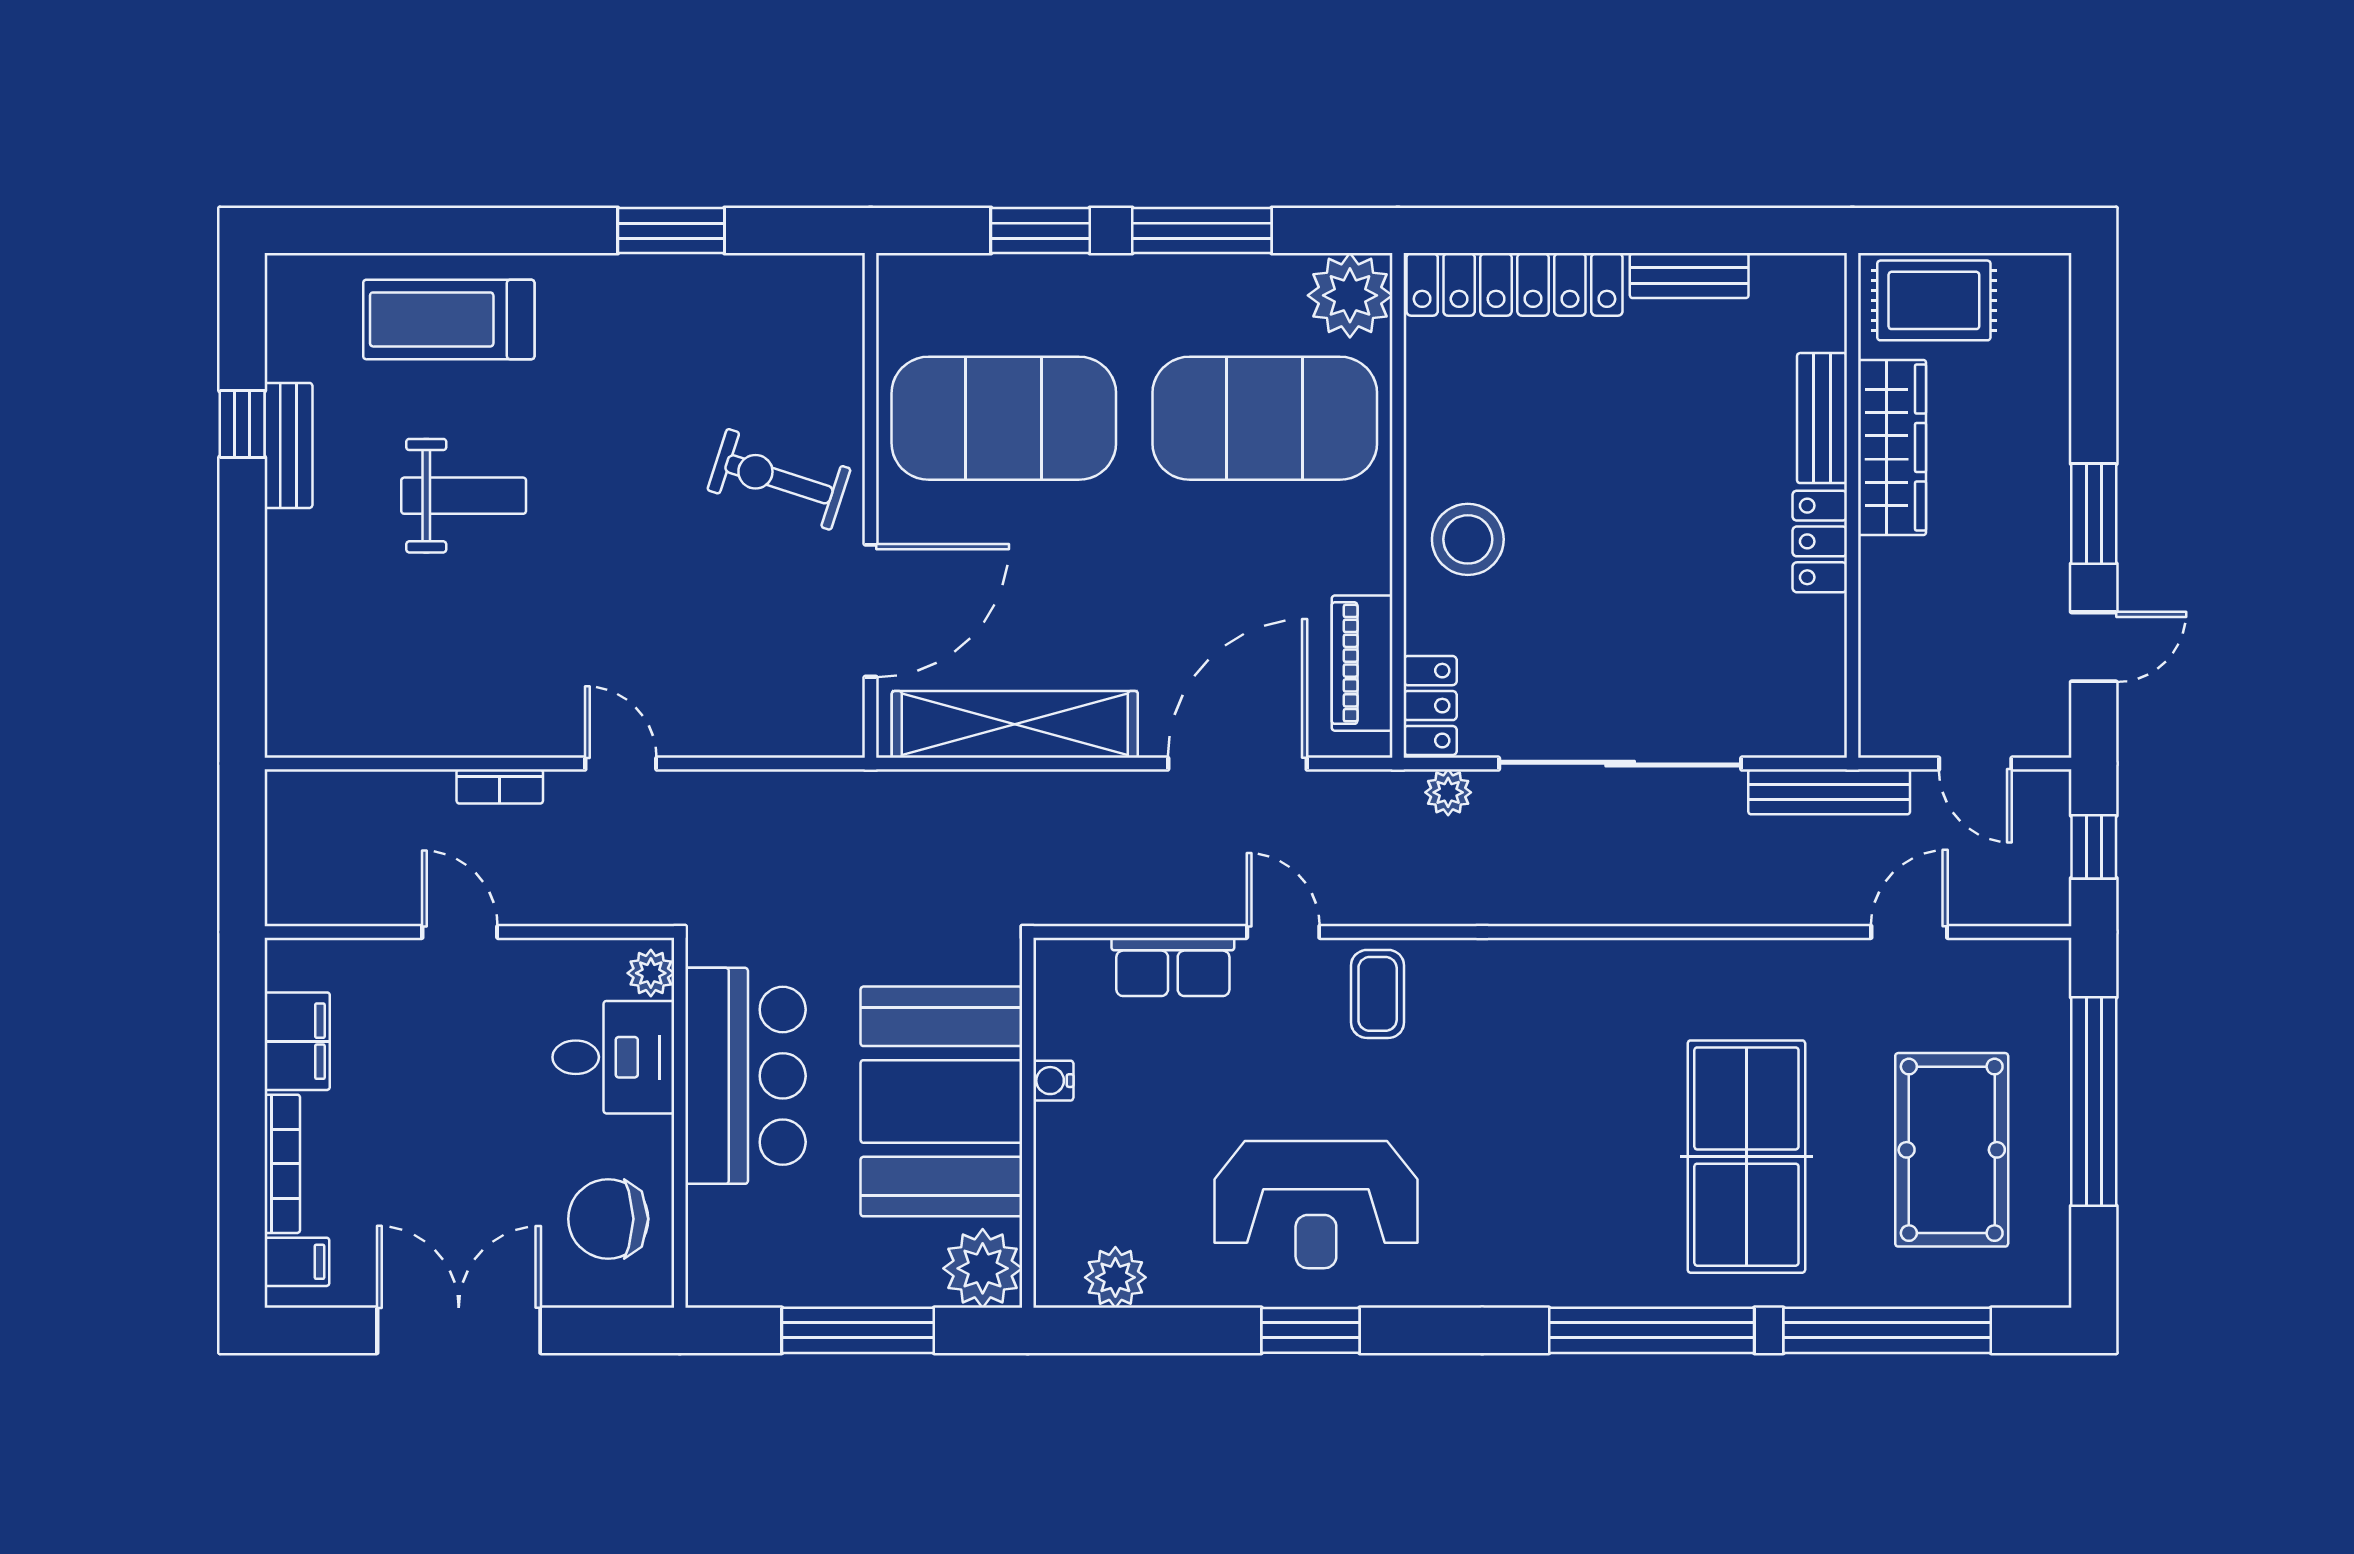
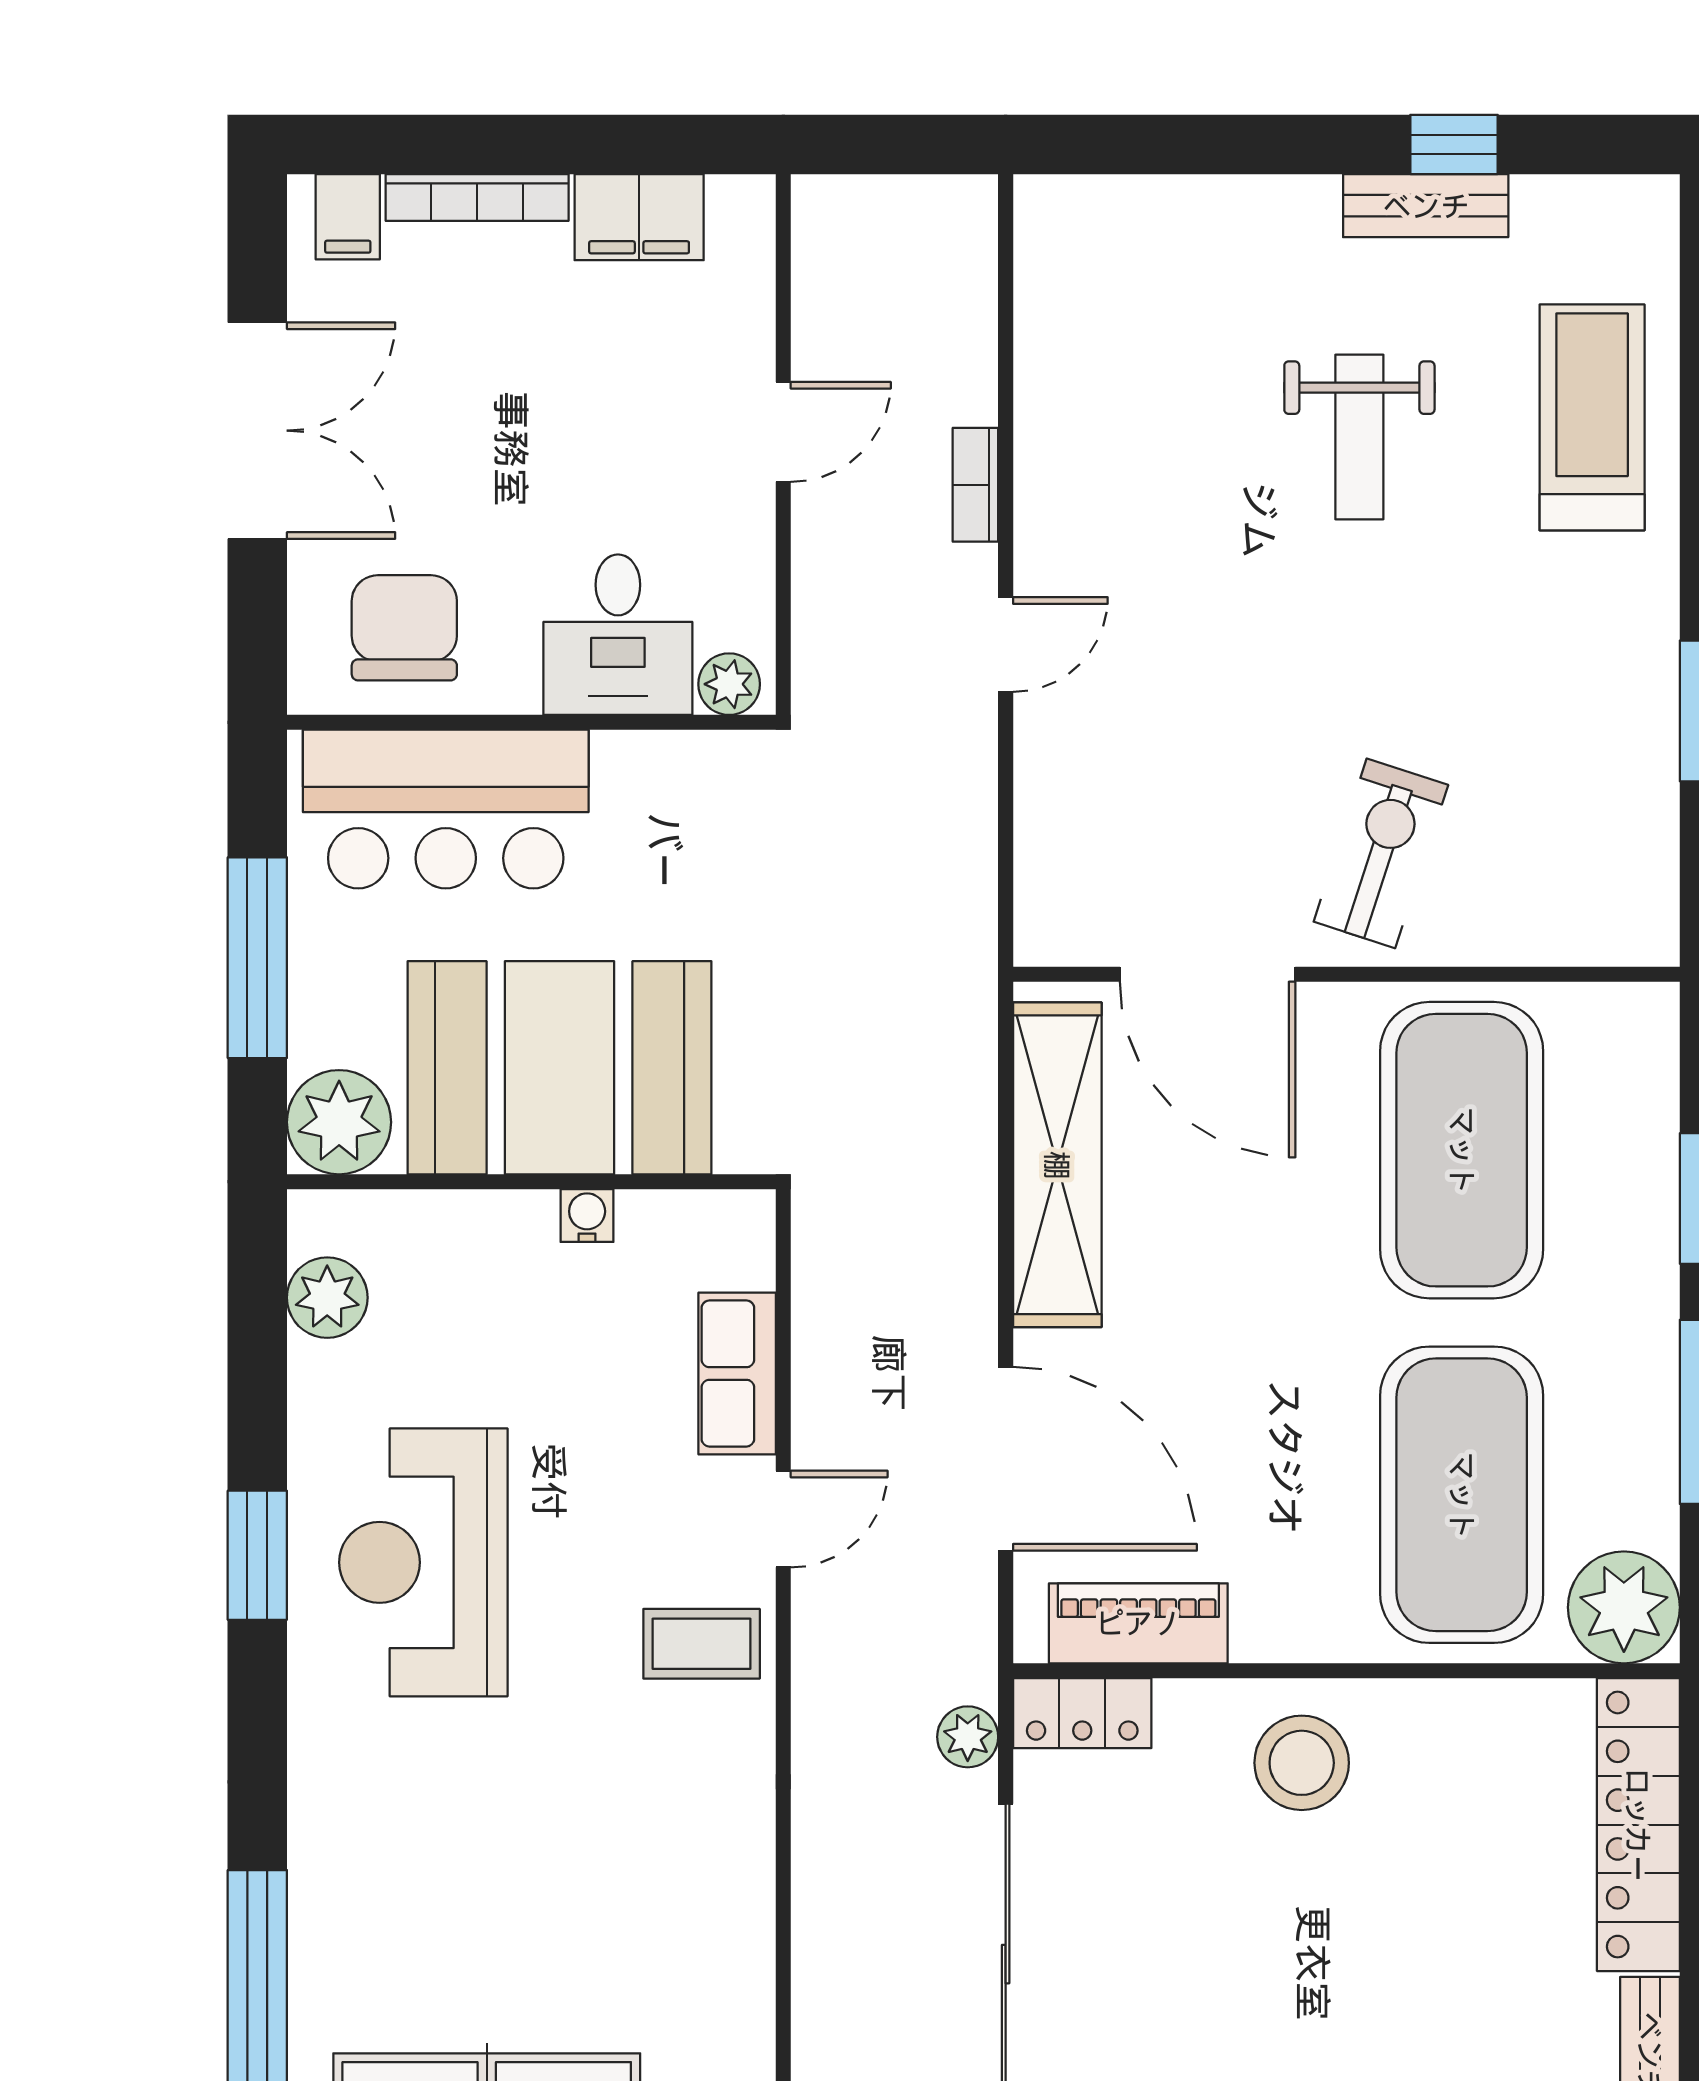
bar counter: (745, 1076) -> (446, 809), moved

